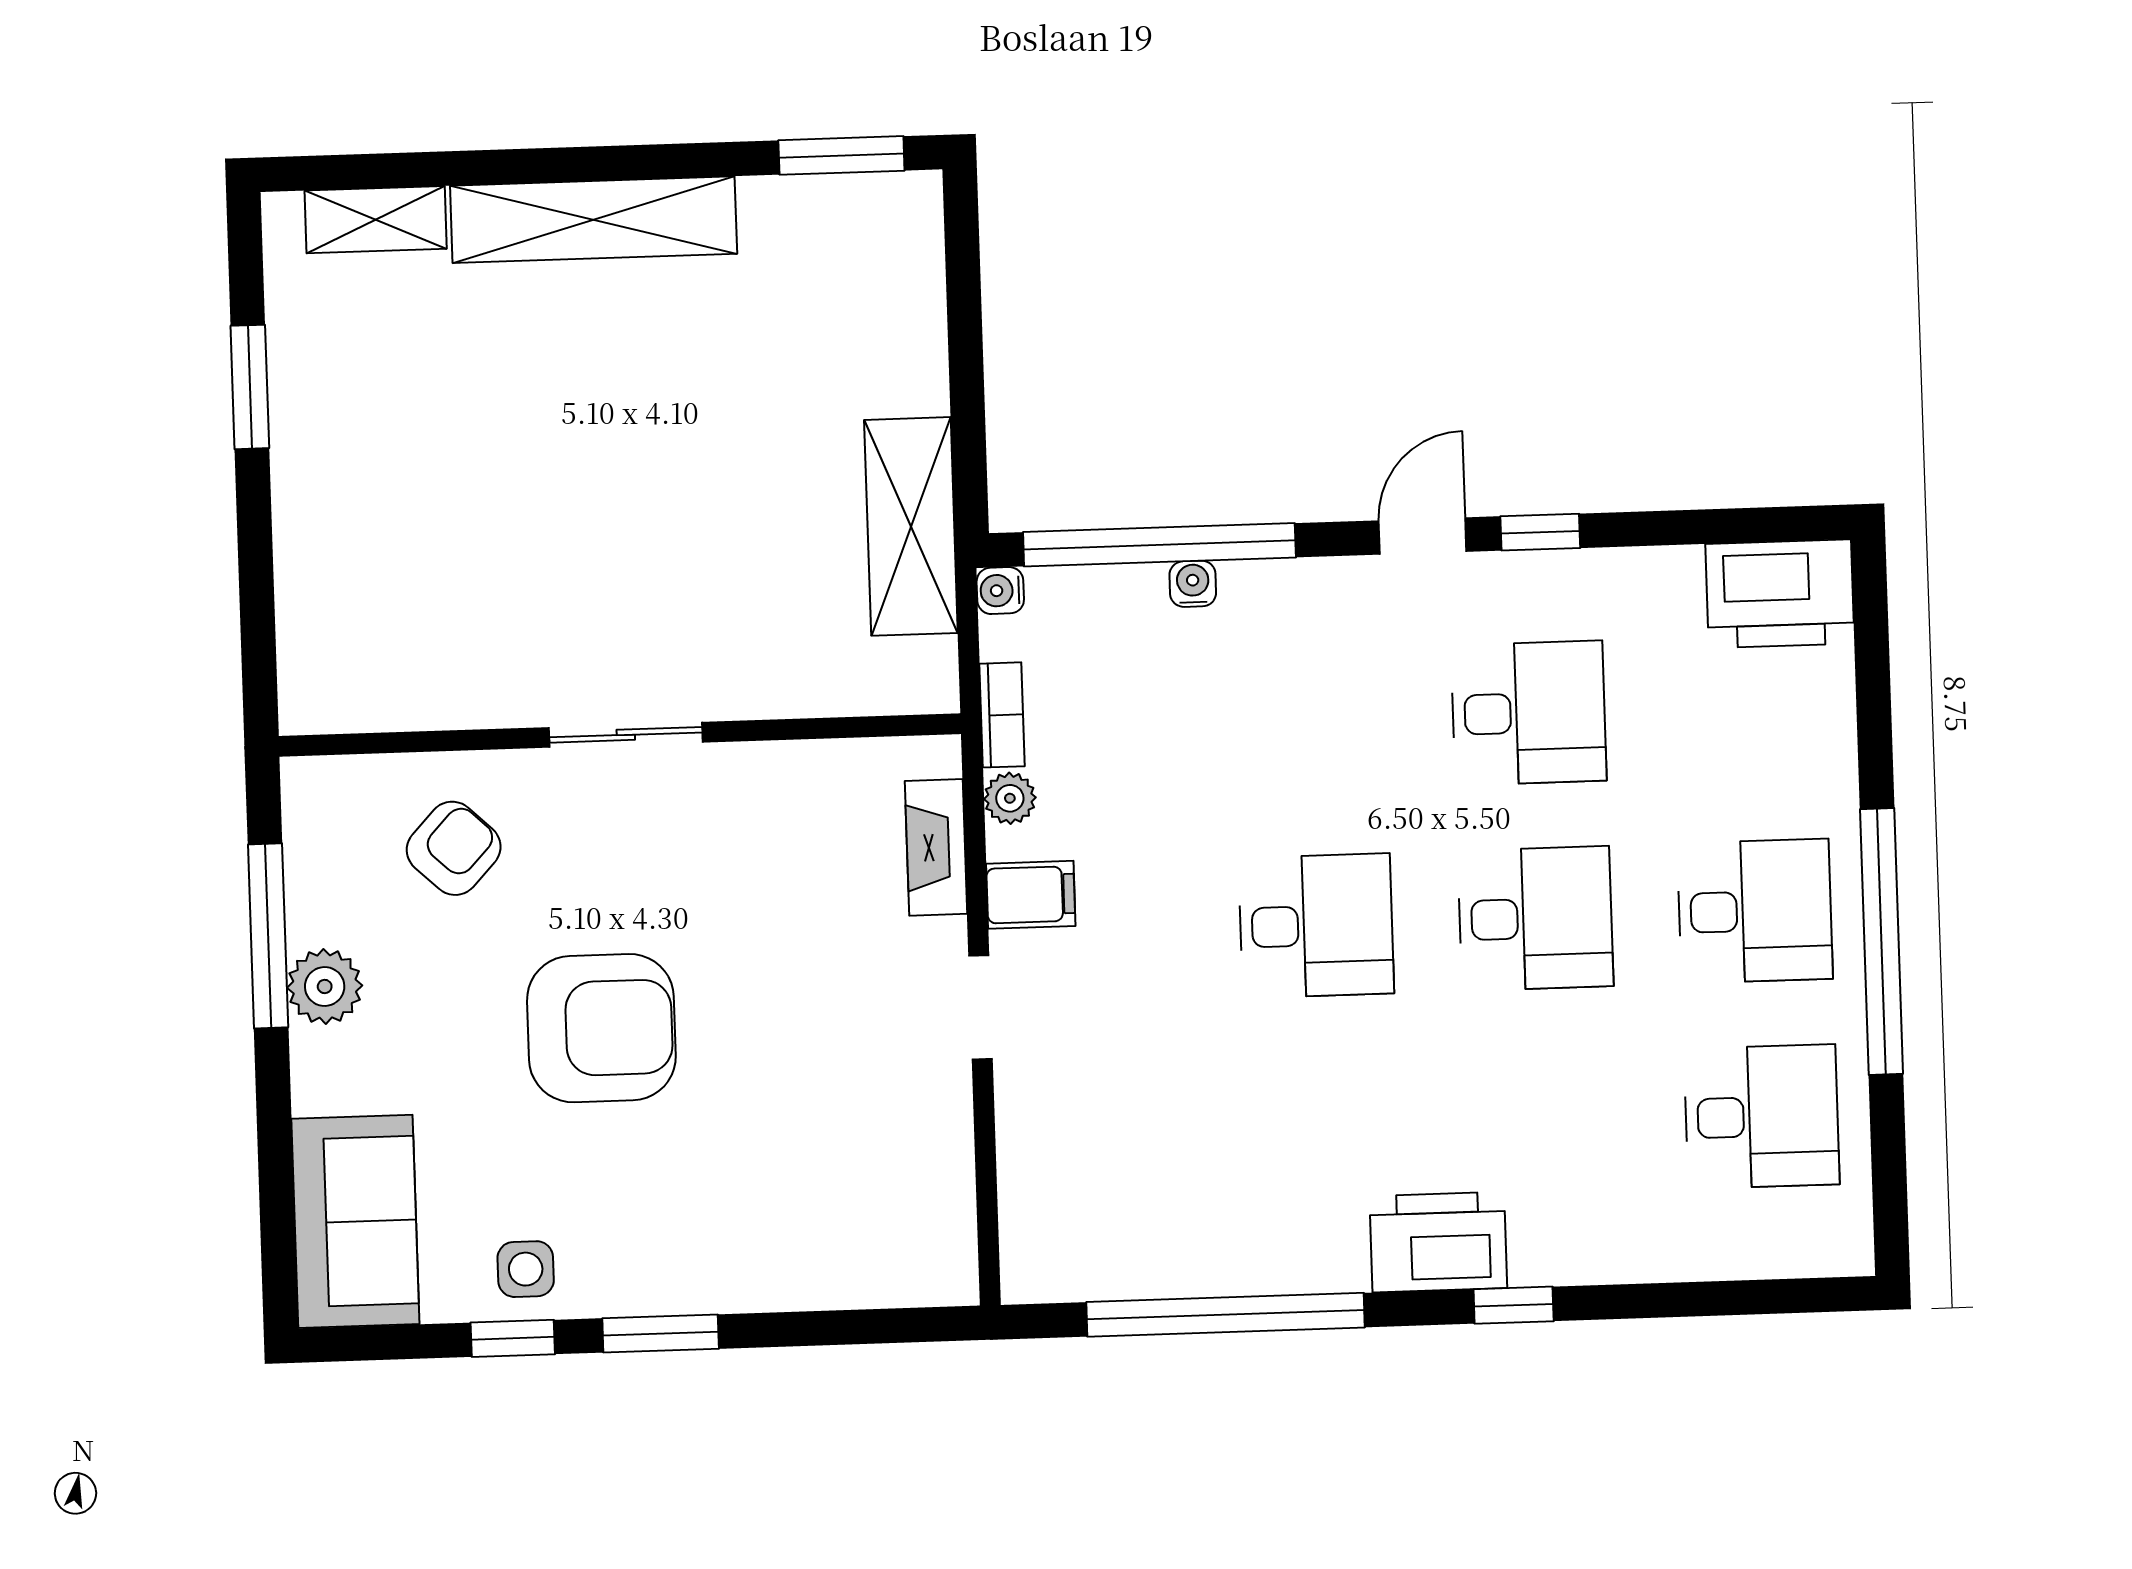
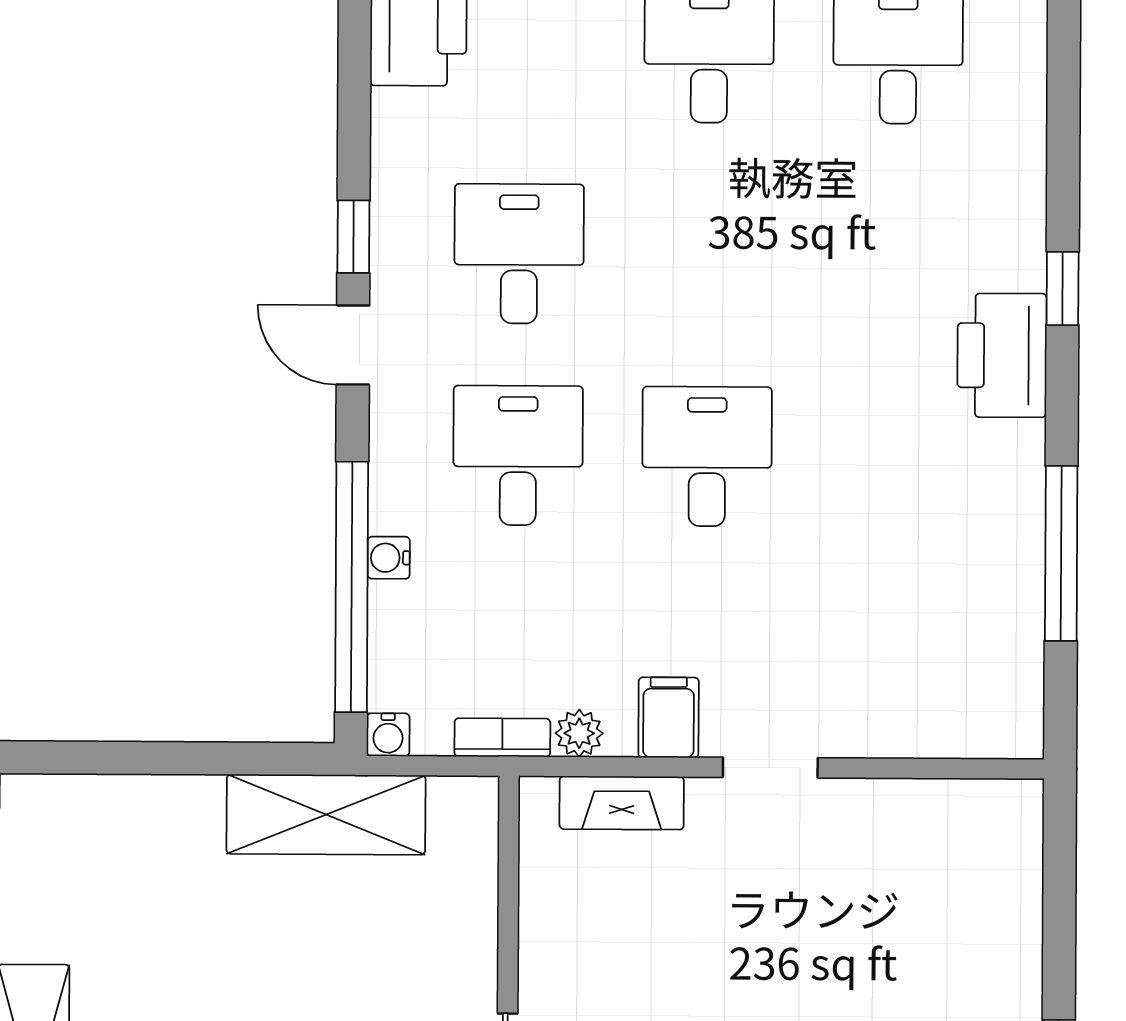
desk: (1535, 918) -> (518, 455), moved
window: (1226, 1315) -> (1061, 553), width x0.68

